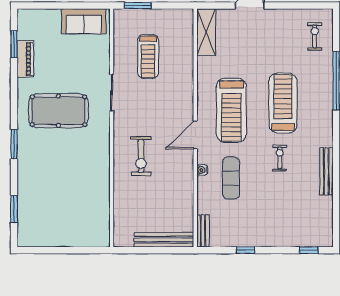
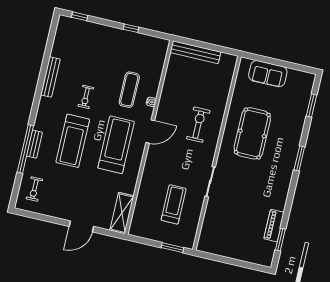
sofa: (84, 21) -> (268, 74), moved, turned 180
pool table: (58, 111) -> (252, 133), moved, turned 90
bench: (203, 231) -> (34, 144), moved

